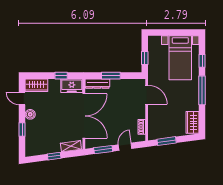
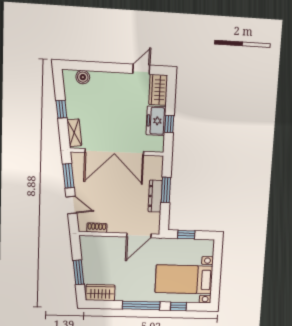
dresser: (97, 84) -> (155, 196), moved
freezer: (72, 86) -> (156, 121), moved
boiler: (30, 114) -> (83, 77), moved
window: (22, 130) -> (99, 67), removed
window: (167, 141) -> (78, 272), moved

